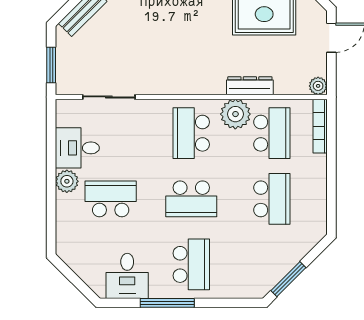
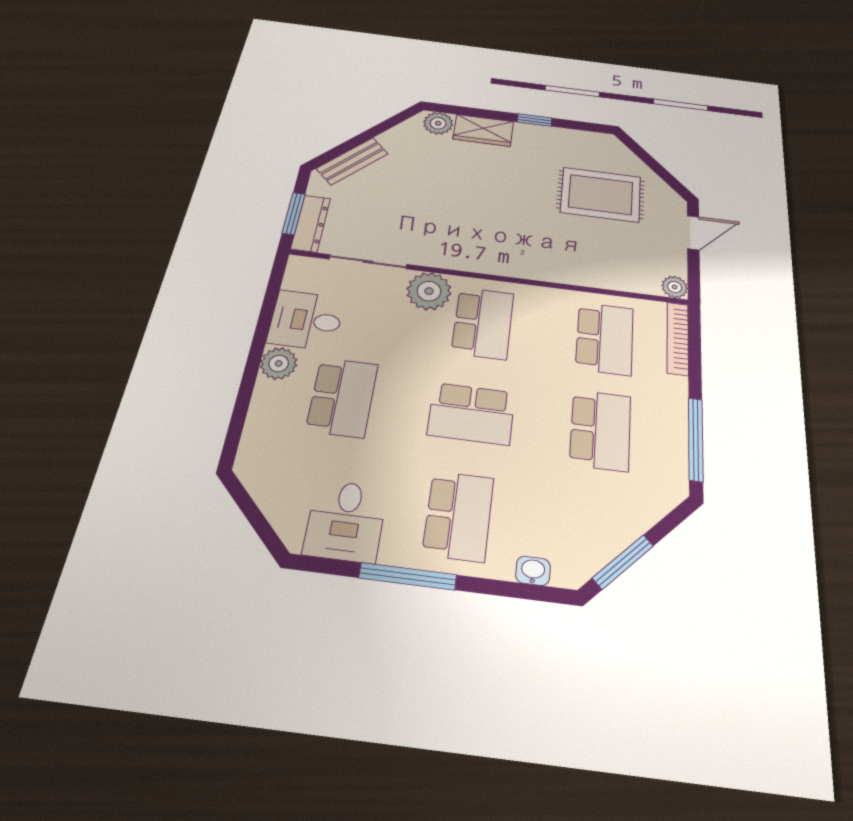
dresser: (250, 86) -> (311, 223), moved, turned 90
plant: (235, 114) -> (429, 291), moved
school desk: (191, 133) -> (483, 323), turned 180
window: (331, 197) -> (696, 439), added
school desk: (111, 199) -> (342, 397), turned 90
washbasin: (237, 291) -> (533, 571), added

